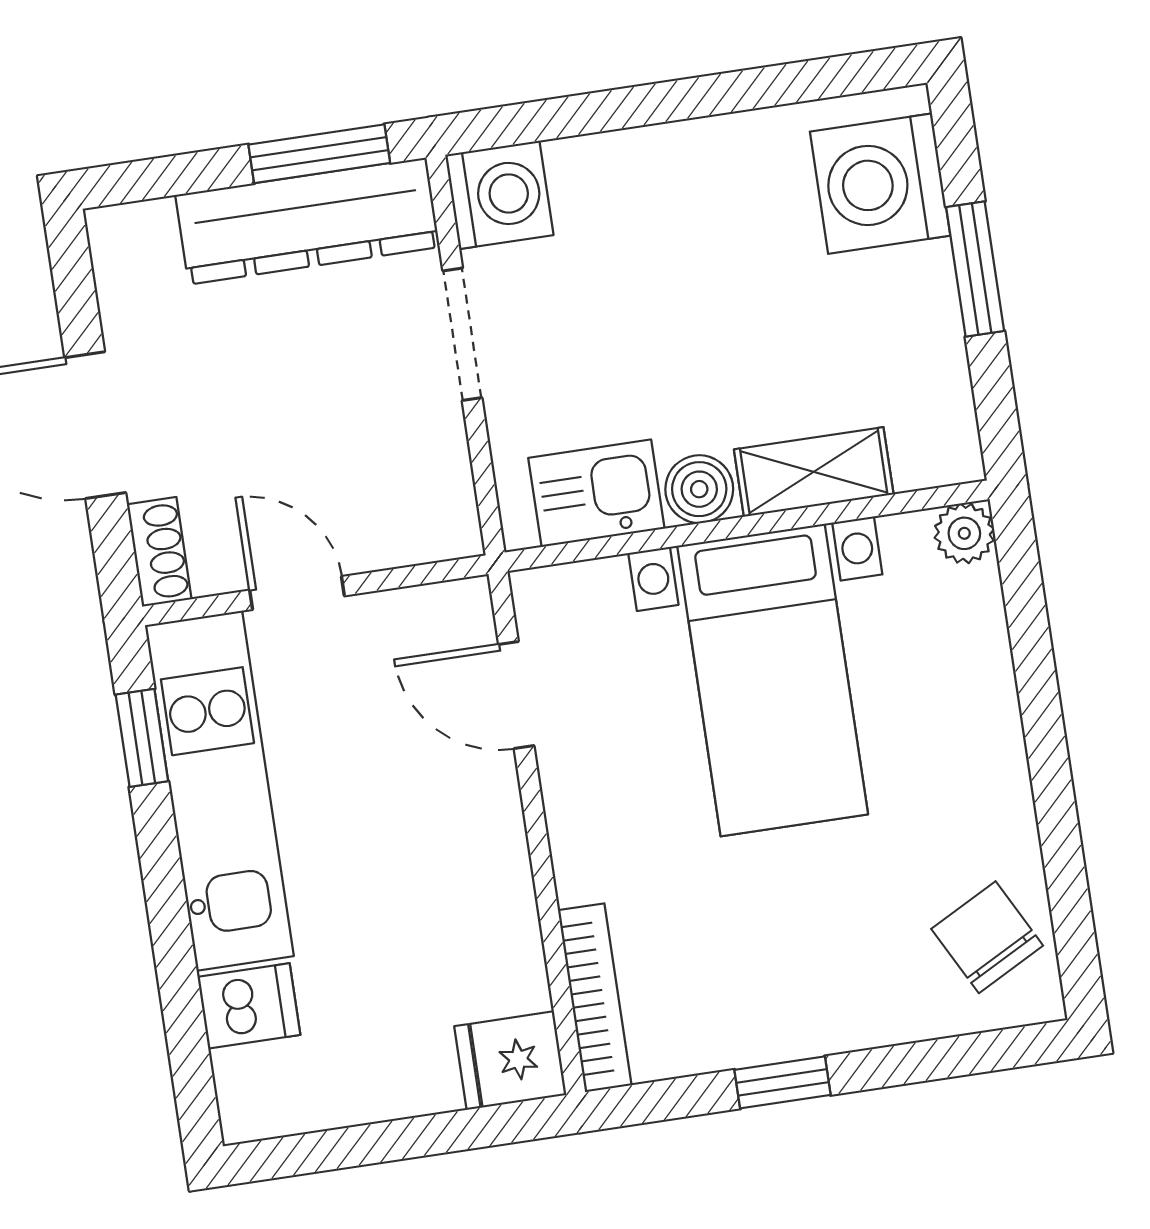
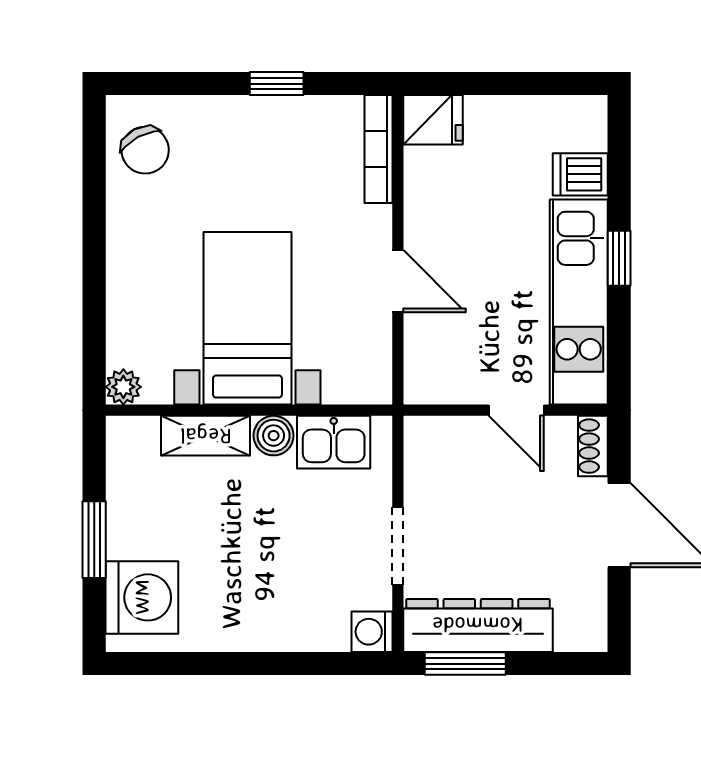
washing machine: (499, 195) -> (372, 632), width x0.73, depth x0.73
door: (516, 695) -> (398, 281), moved
window: (142, 738) -> (619, 258), moved

